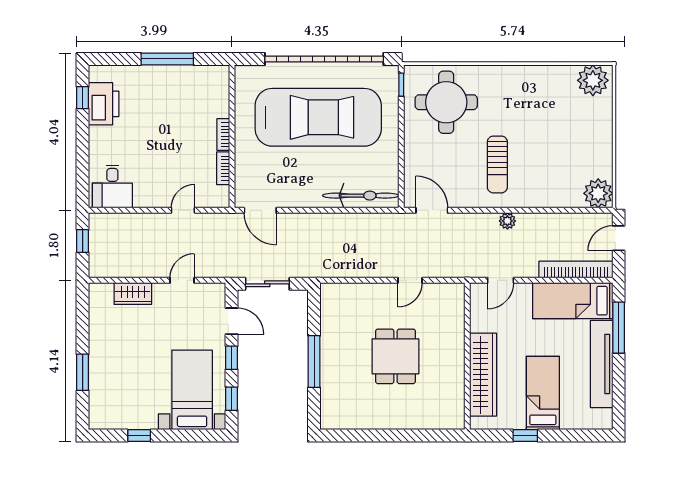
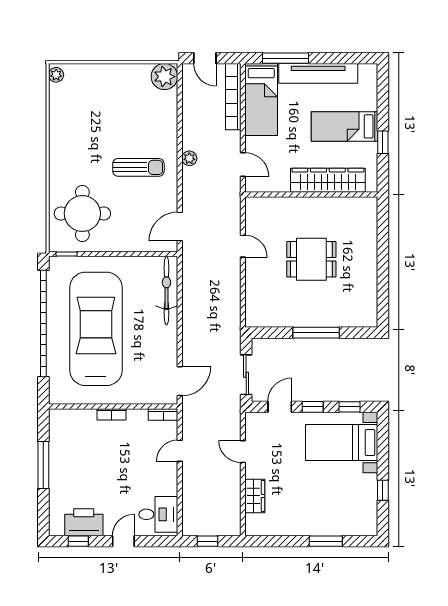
plant: (593, 80) -> (56, 75), width x0.53, depth x0.53
door: (83, 148) -> (123, 541), added
bookcase: (223, 168) -> (163, 415), moved
door: (183, 210) -> (180, 451), hinge flipped

